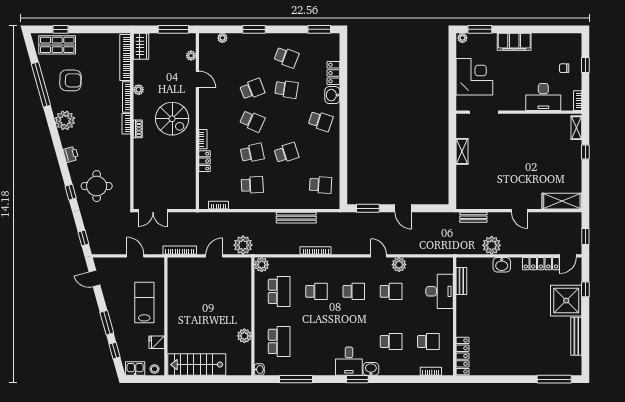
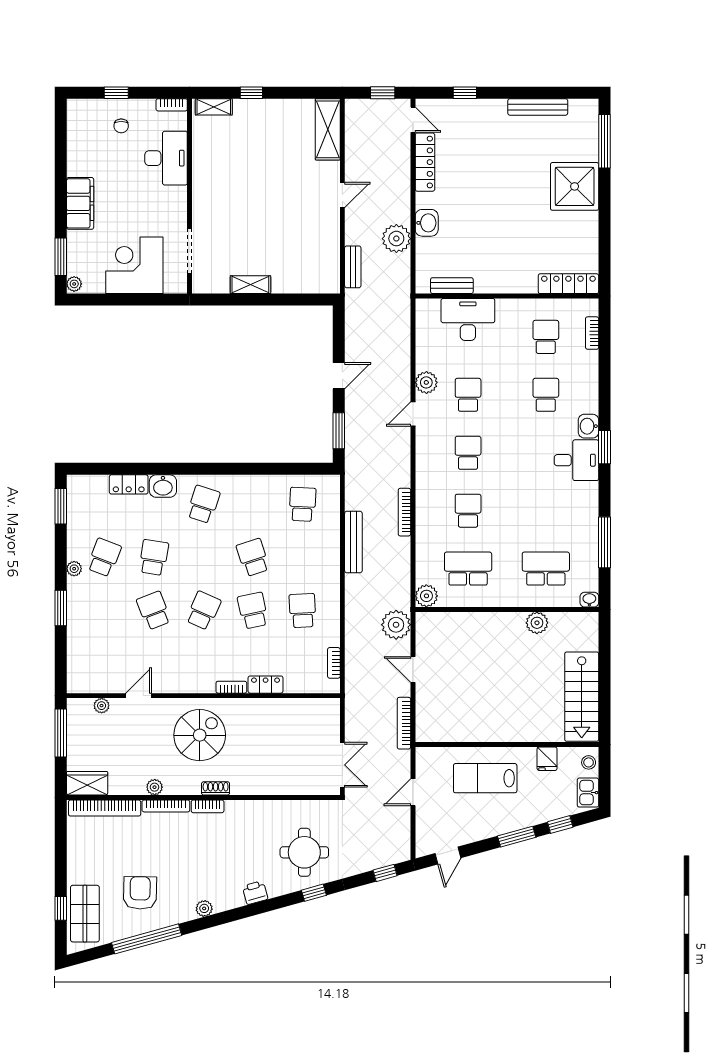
plant: (222, 38) -> (74, 569), moved
plant: (65, 120) -> (204, 908), width x0.53, depth x0.53
shower: (566, 301) -> (575, 186), moved

